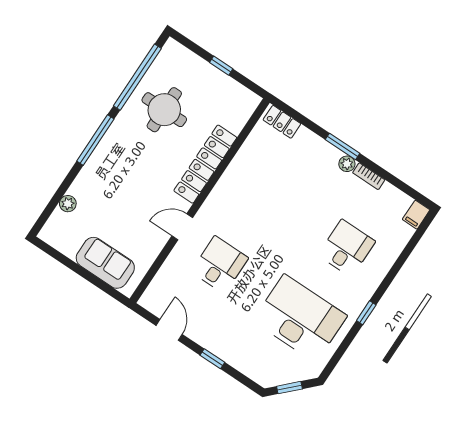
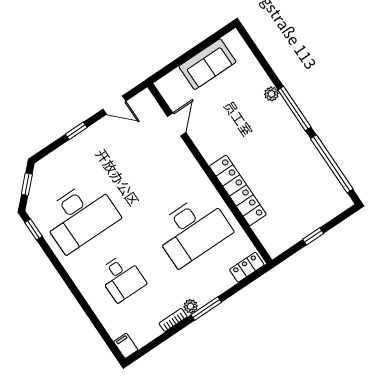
round table: (164, 110) -> (296, 175), removed
plant: (68, 204) -> (271, 94), moved
door: (182, 227) -> (177, 124), moved
sofa: (105, 263) -> (207, 64), moved
desk: (220, 265) -> (192, 230), moved, width x1.87, depth x1.30
window: (366, 313) -> (34, 229), moved

